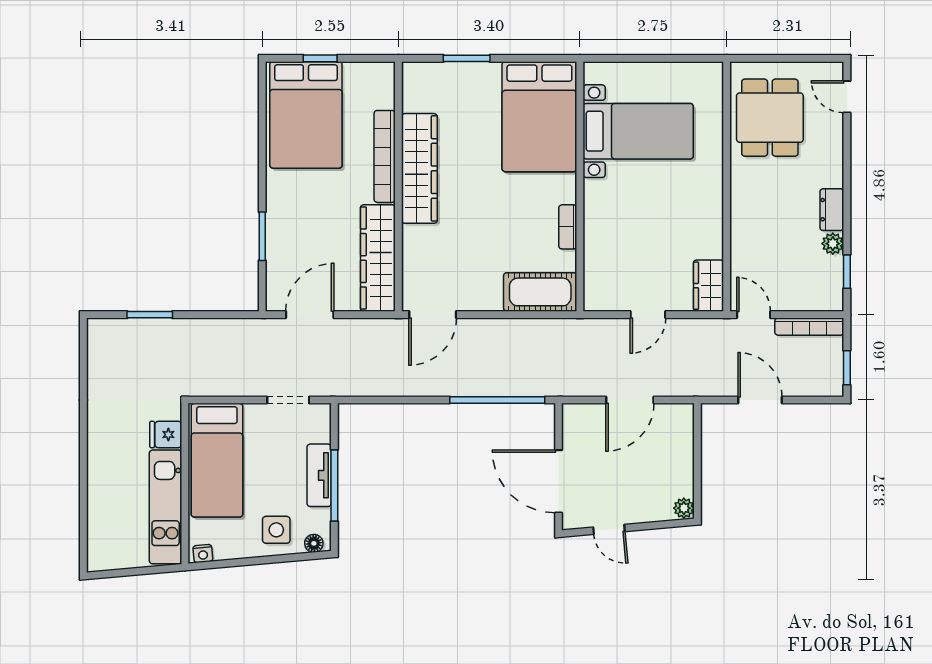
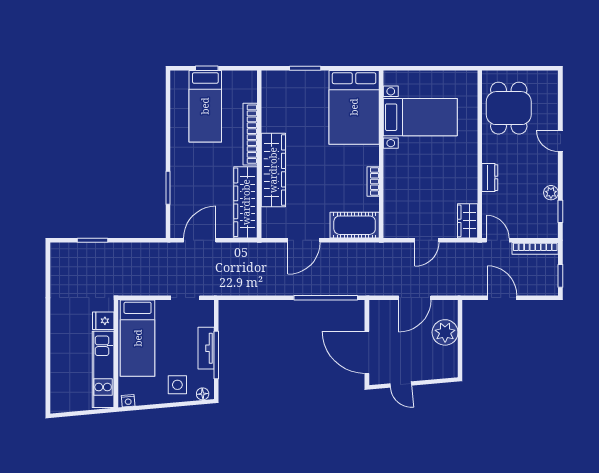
door: (847, 97) -> (560, 141), moved
bed: (306, 115) -> (205, 106), width x0.67
wardrobe: (419, 168) -> (273, 170), moved
dresser: (832, 210) -> (490, 178), moved, turned 180
door: (433, 315) -> (304, 240), moved
plant: (684, 508) -> (445, 332), moved, width x1.88, depth x1.88

